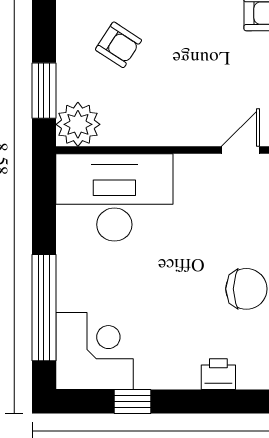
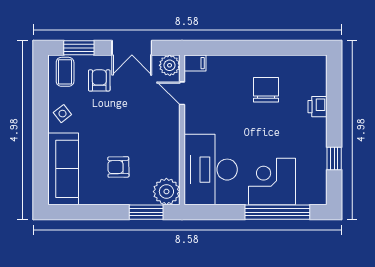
armchair: (118, 45) -> (118, 167), turned -124
corner desk: (94, 351) -> (272, 182), moved

